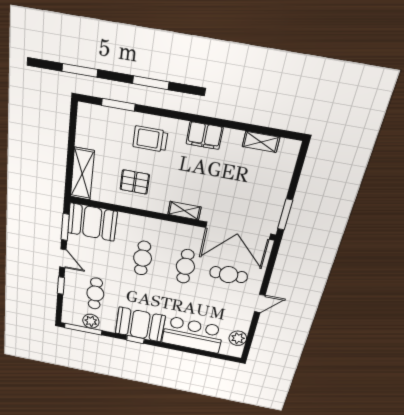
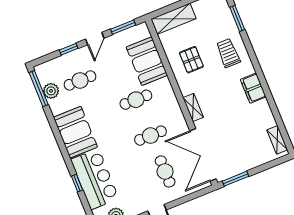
shelving: (261, 142) -> (277, 140), moved
booth: (92, 222) -> (147, 61), moved
window: (135, 339) -> (77, 183), moved

